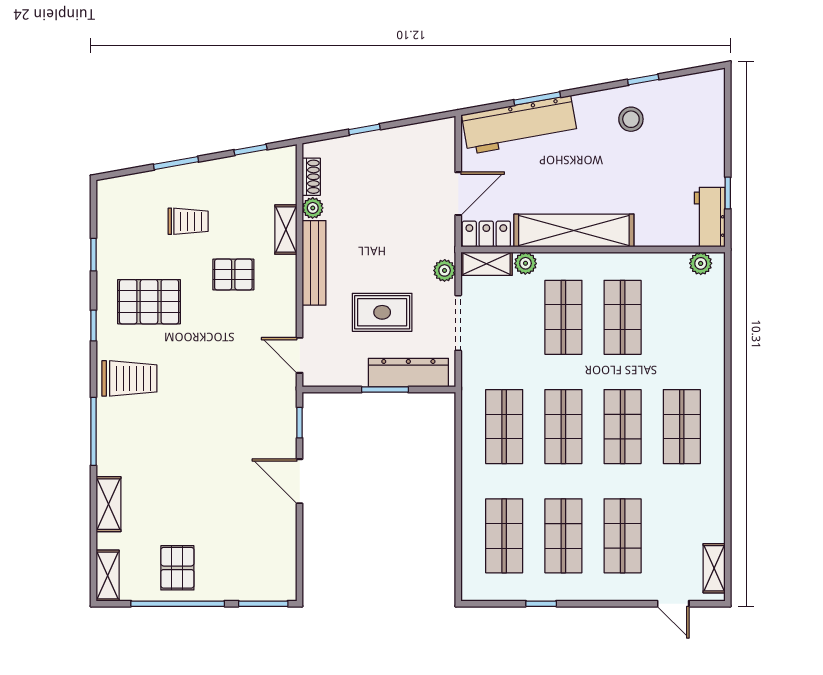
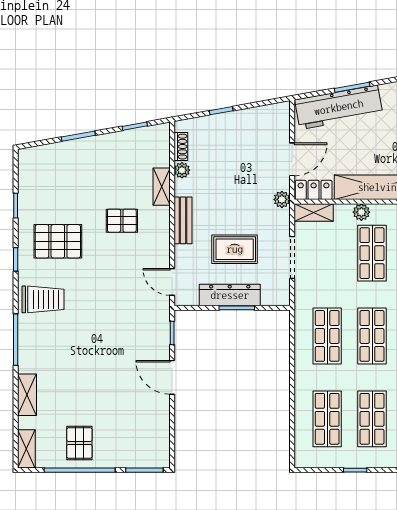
trolley: (188, 221) -> (88, 180), removed
bench: (314, 263) -> (183, 220), width x0.73
plant: (525, 263) -> (361, 212), moved
plant: (445, 270) -> (282, 199), moved
dresser: (408, 373) -> (230, 295), moved

